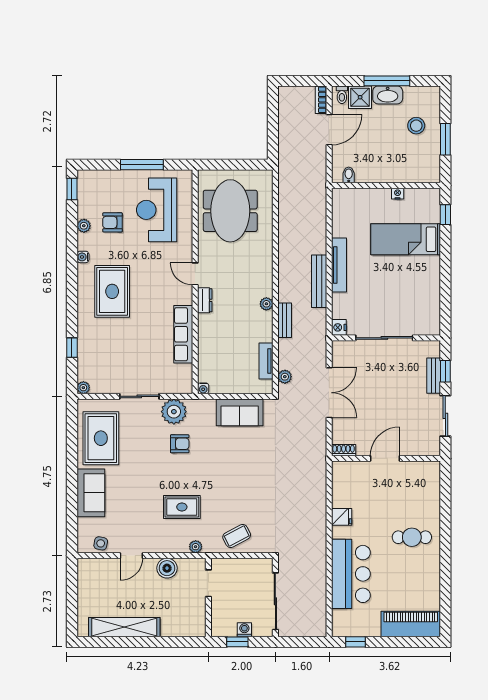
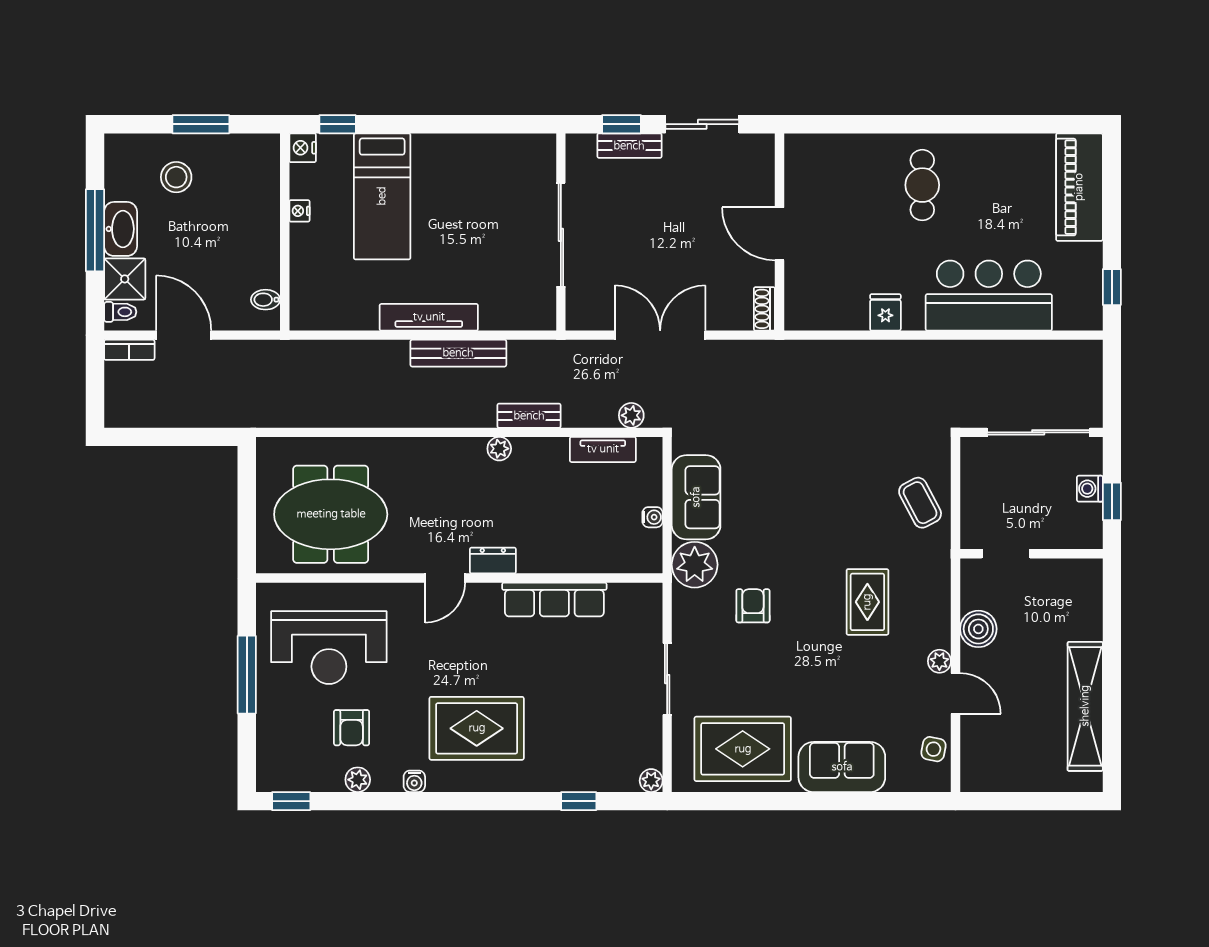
nightstand: (339, 327) -> (303, 148), moved, turned 90
water cooler: (203, 388) -> (652, 517), moved
plant: (174, 412) -> (695, 565), moved
plant: (196, 547) -> (939, 661), moved

